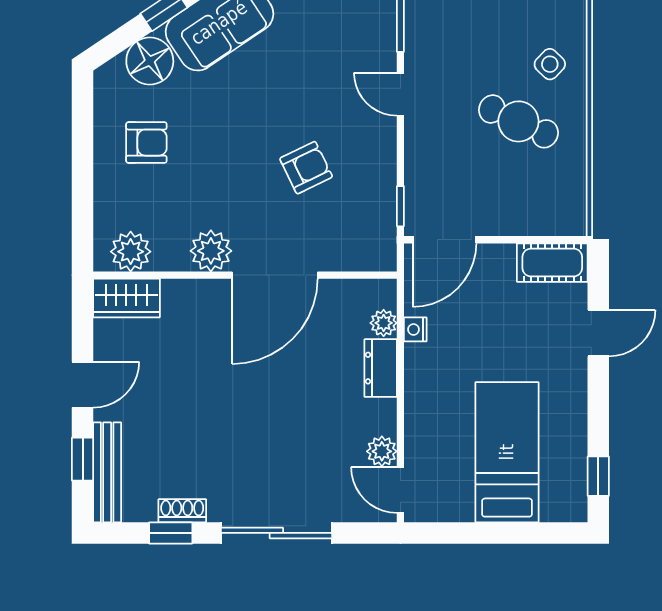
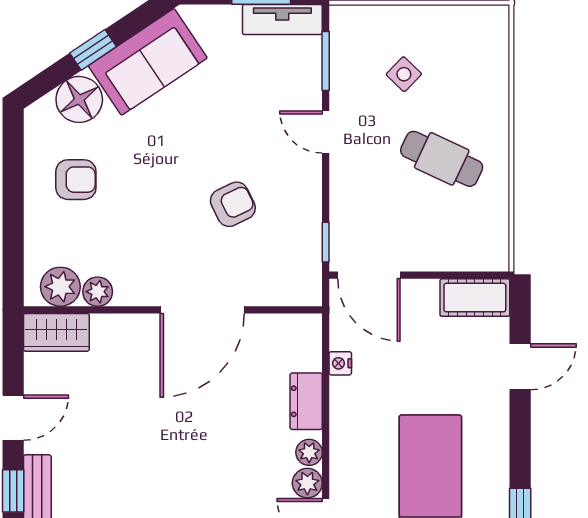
side table: (550, 64) -> (404, 74), moved
door: (444, 240) -> (369, 275), hinge flipped
plant: (211, 251) -> (98, 292), moved, width x0.73, depth x0.73
plant: (384, 323) -> (309, 452), moved

